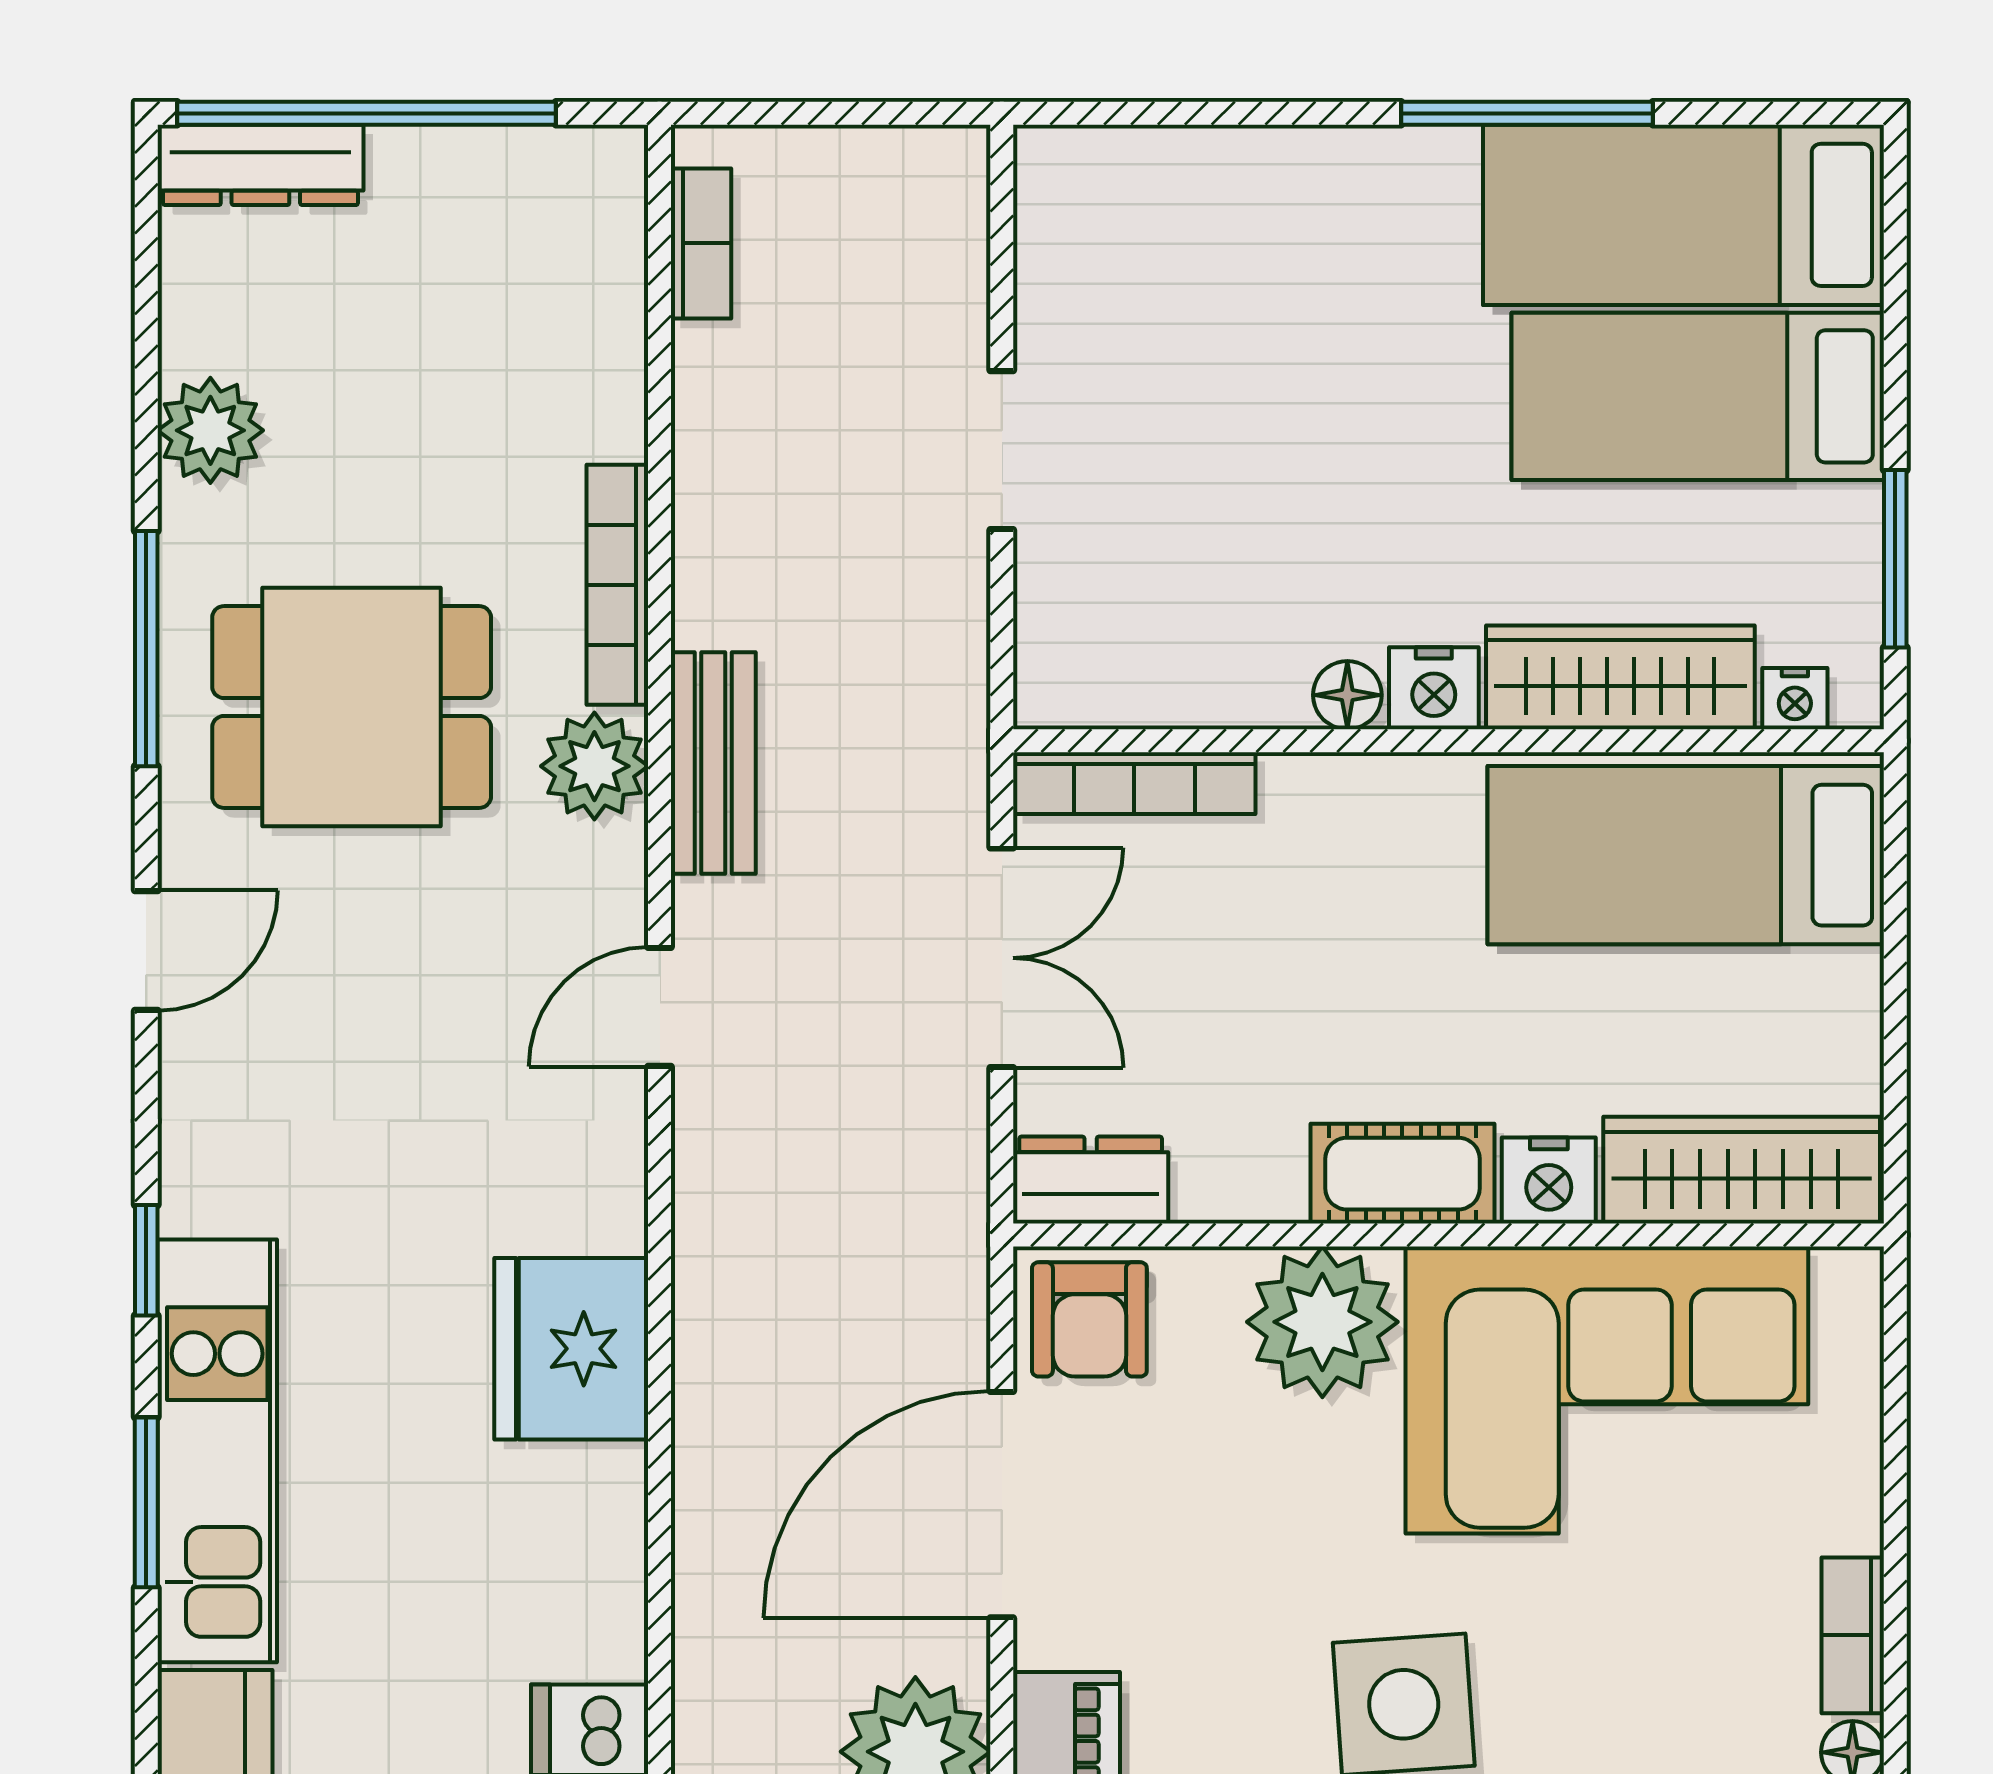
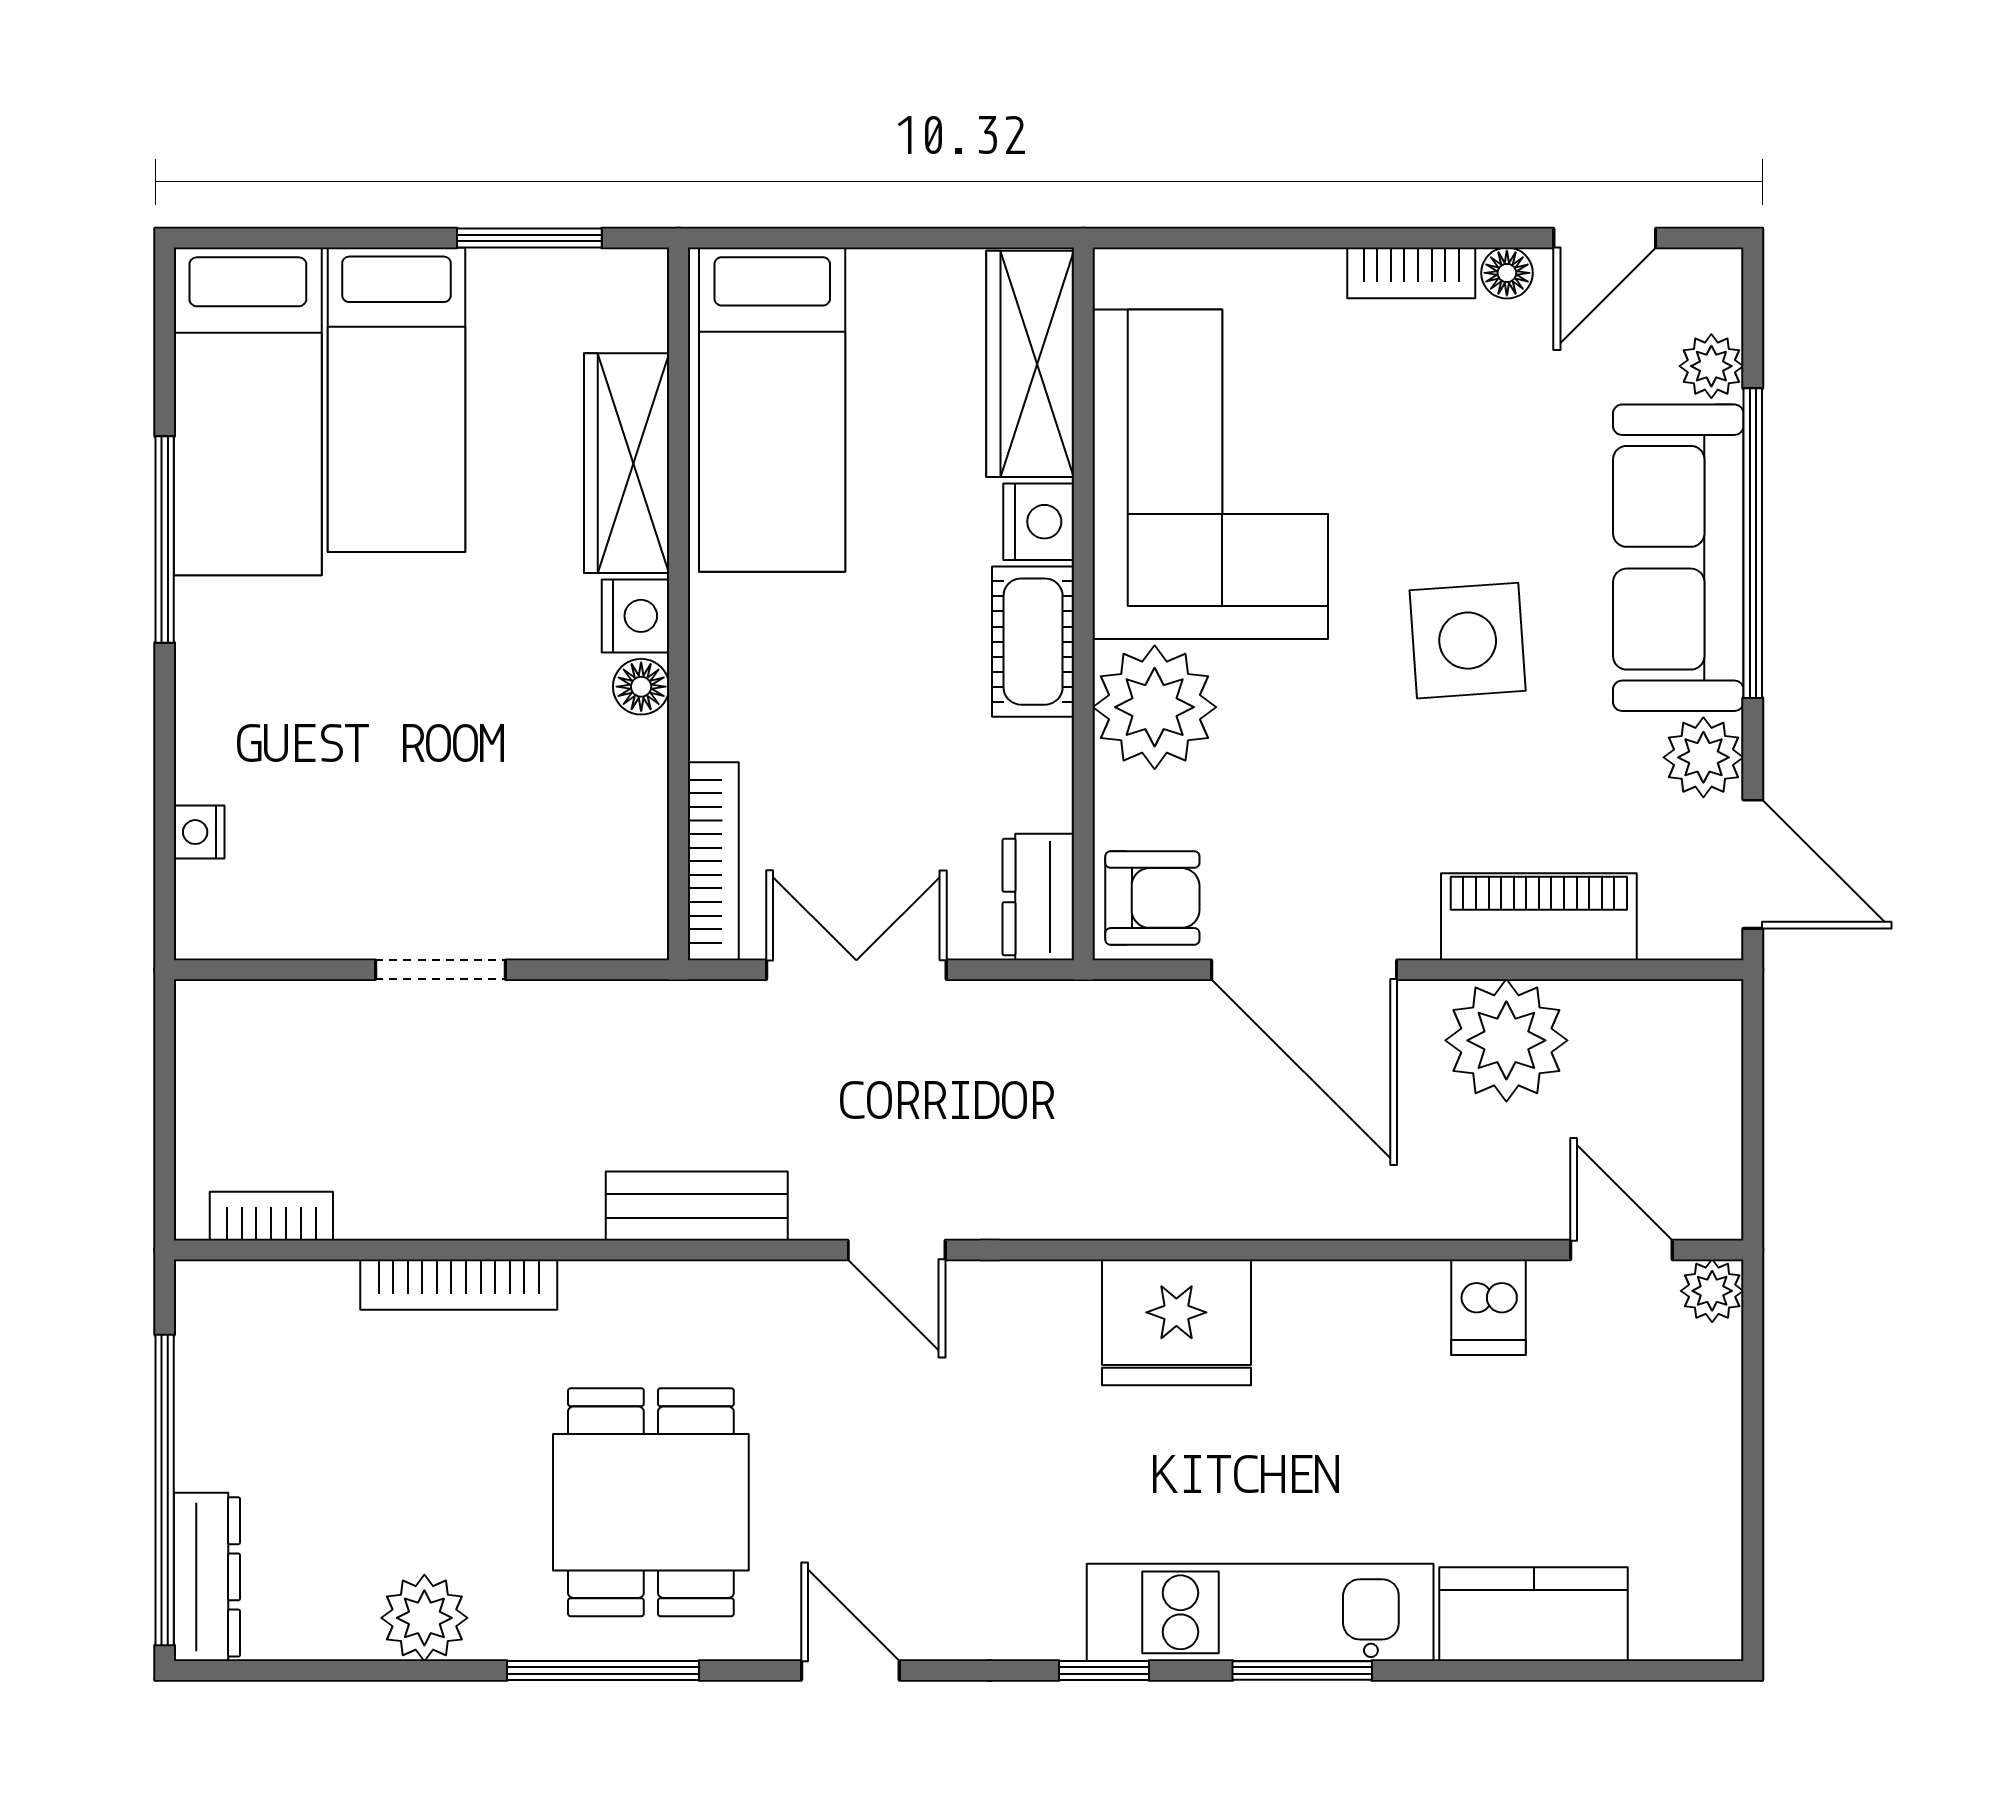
bookcase: (617, 585) -> (459, 1285), moved
nightstand: (1795, 699) -> (199, 832), moved, turned 180
plant: (594, 766) -> (699, 1303), removed

